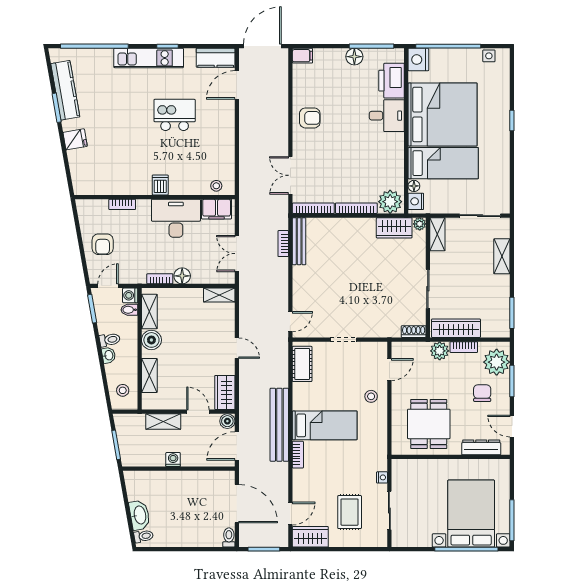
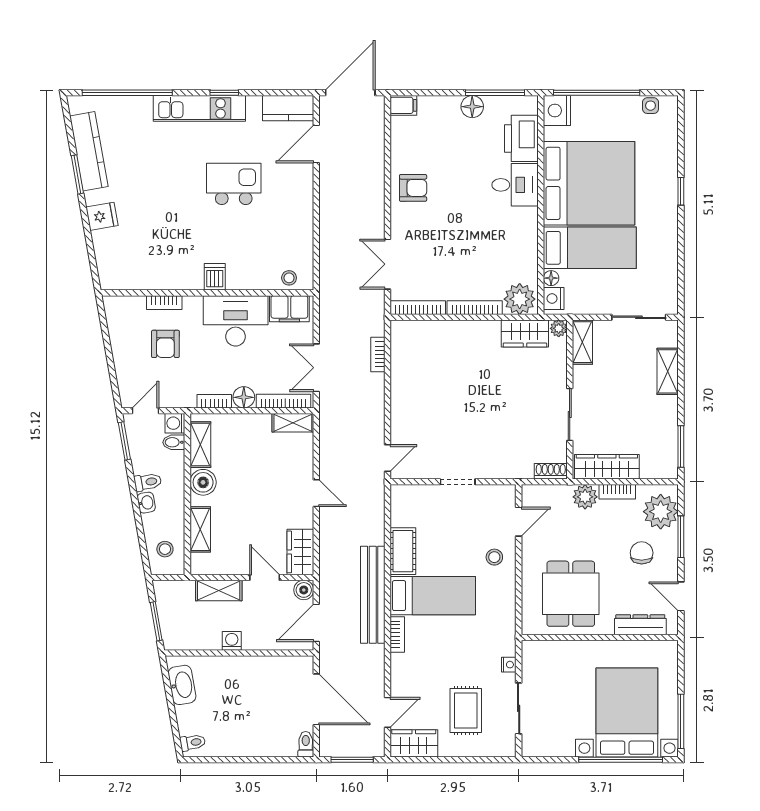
bench: (299, 241) -> (399, 351), removed
armchair: (103, 244) -> (165, 344), moved
bookcase: (212, 279) -> (283, 401), added
cot: (302, 364) -> (403, 551), moved
washbasin: (140, 515) -> (182, 685), moved

